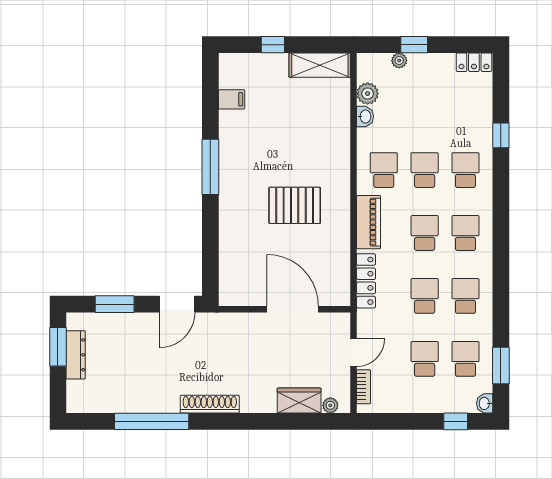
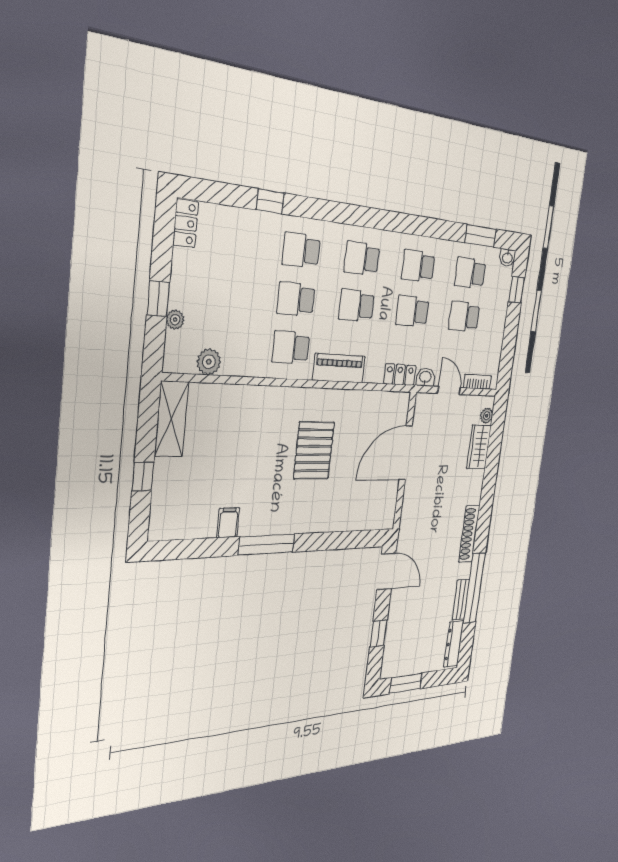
filing cabinet: (232, 99) -> (228, 523), moved
washbasin: (365, 116) -> (425, 377), moved
locker: (366, 281) -> (400, 375), width x0.66
window: (115, 304) -> (379, 633), width x0.67
dresser: (76, 355) -> (454, 644), moved, turned -90
bench: (140, 405) -> (461, 600), added

